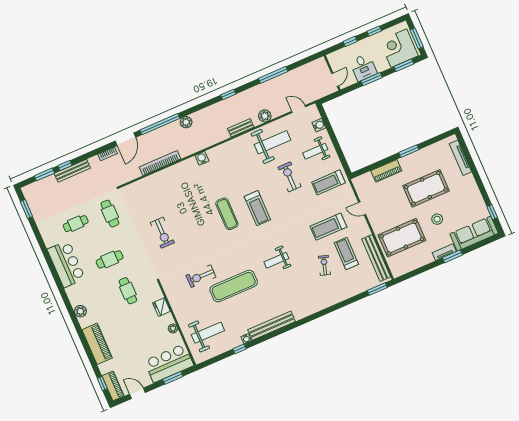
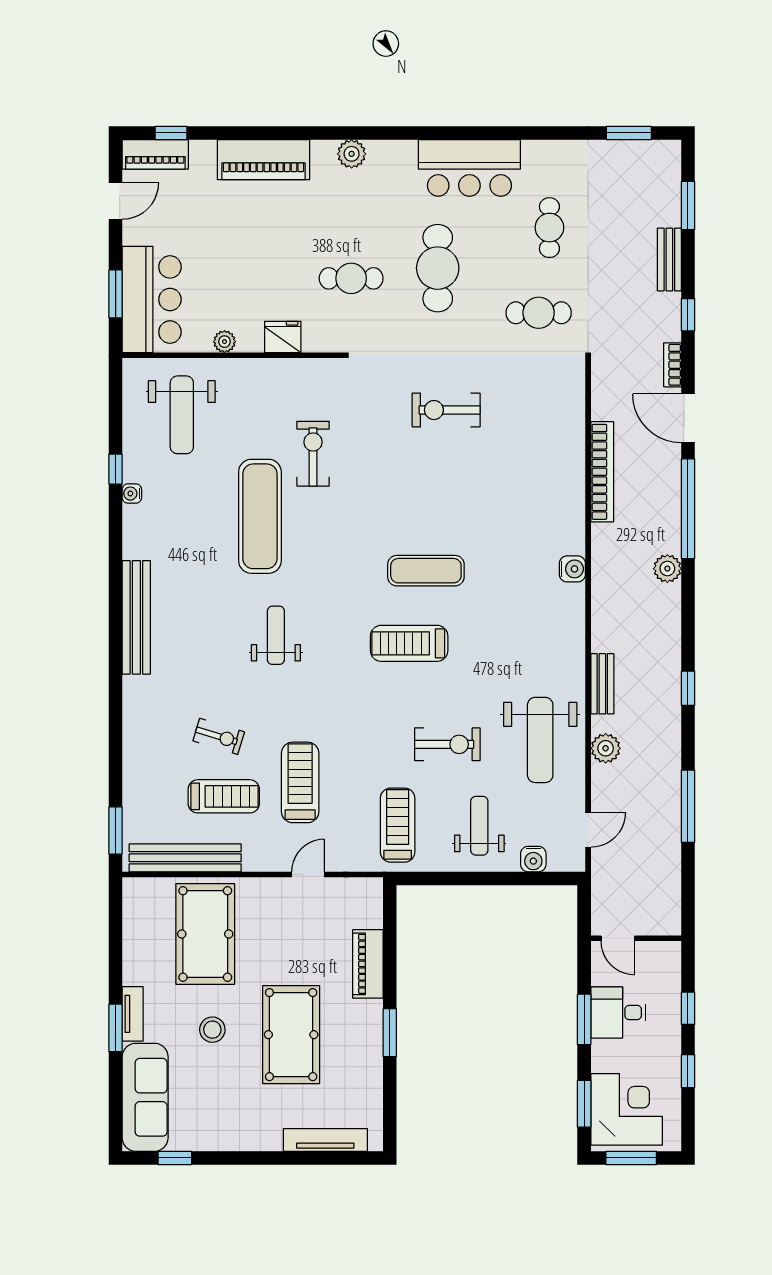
window: (65, 166) -> (688, 315), moved
bench: (72, 171) -> (669, 260), width x0.73
cafe table: (110, 259) -> (438, 268), width x1.37, depth x1.35
bench: (272, 326) -> (136, 617), moved

